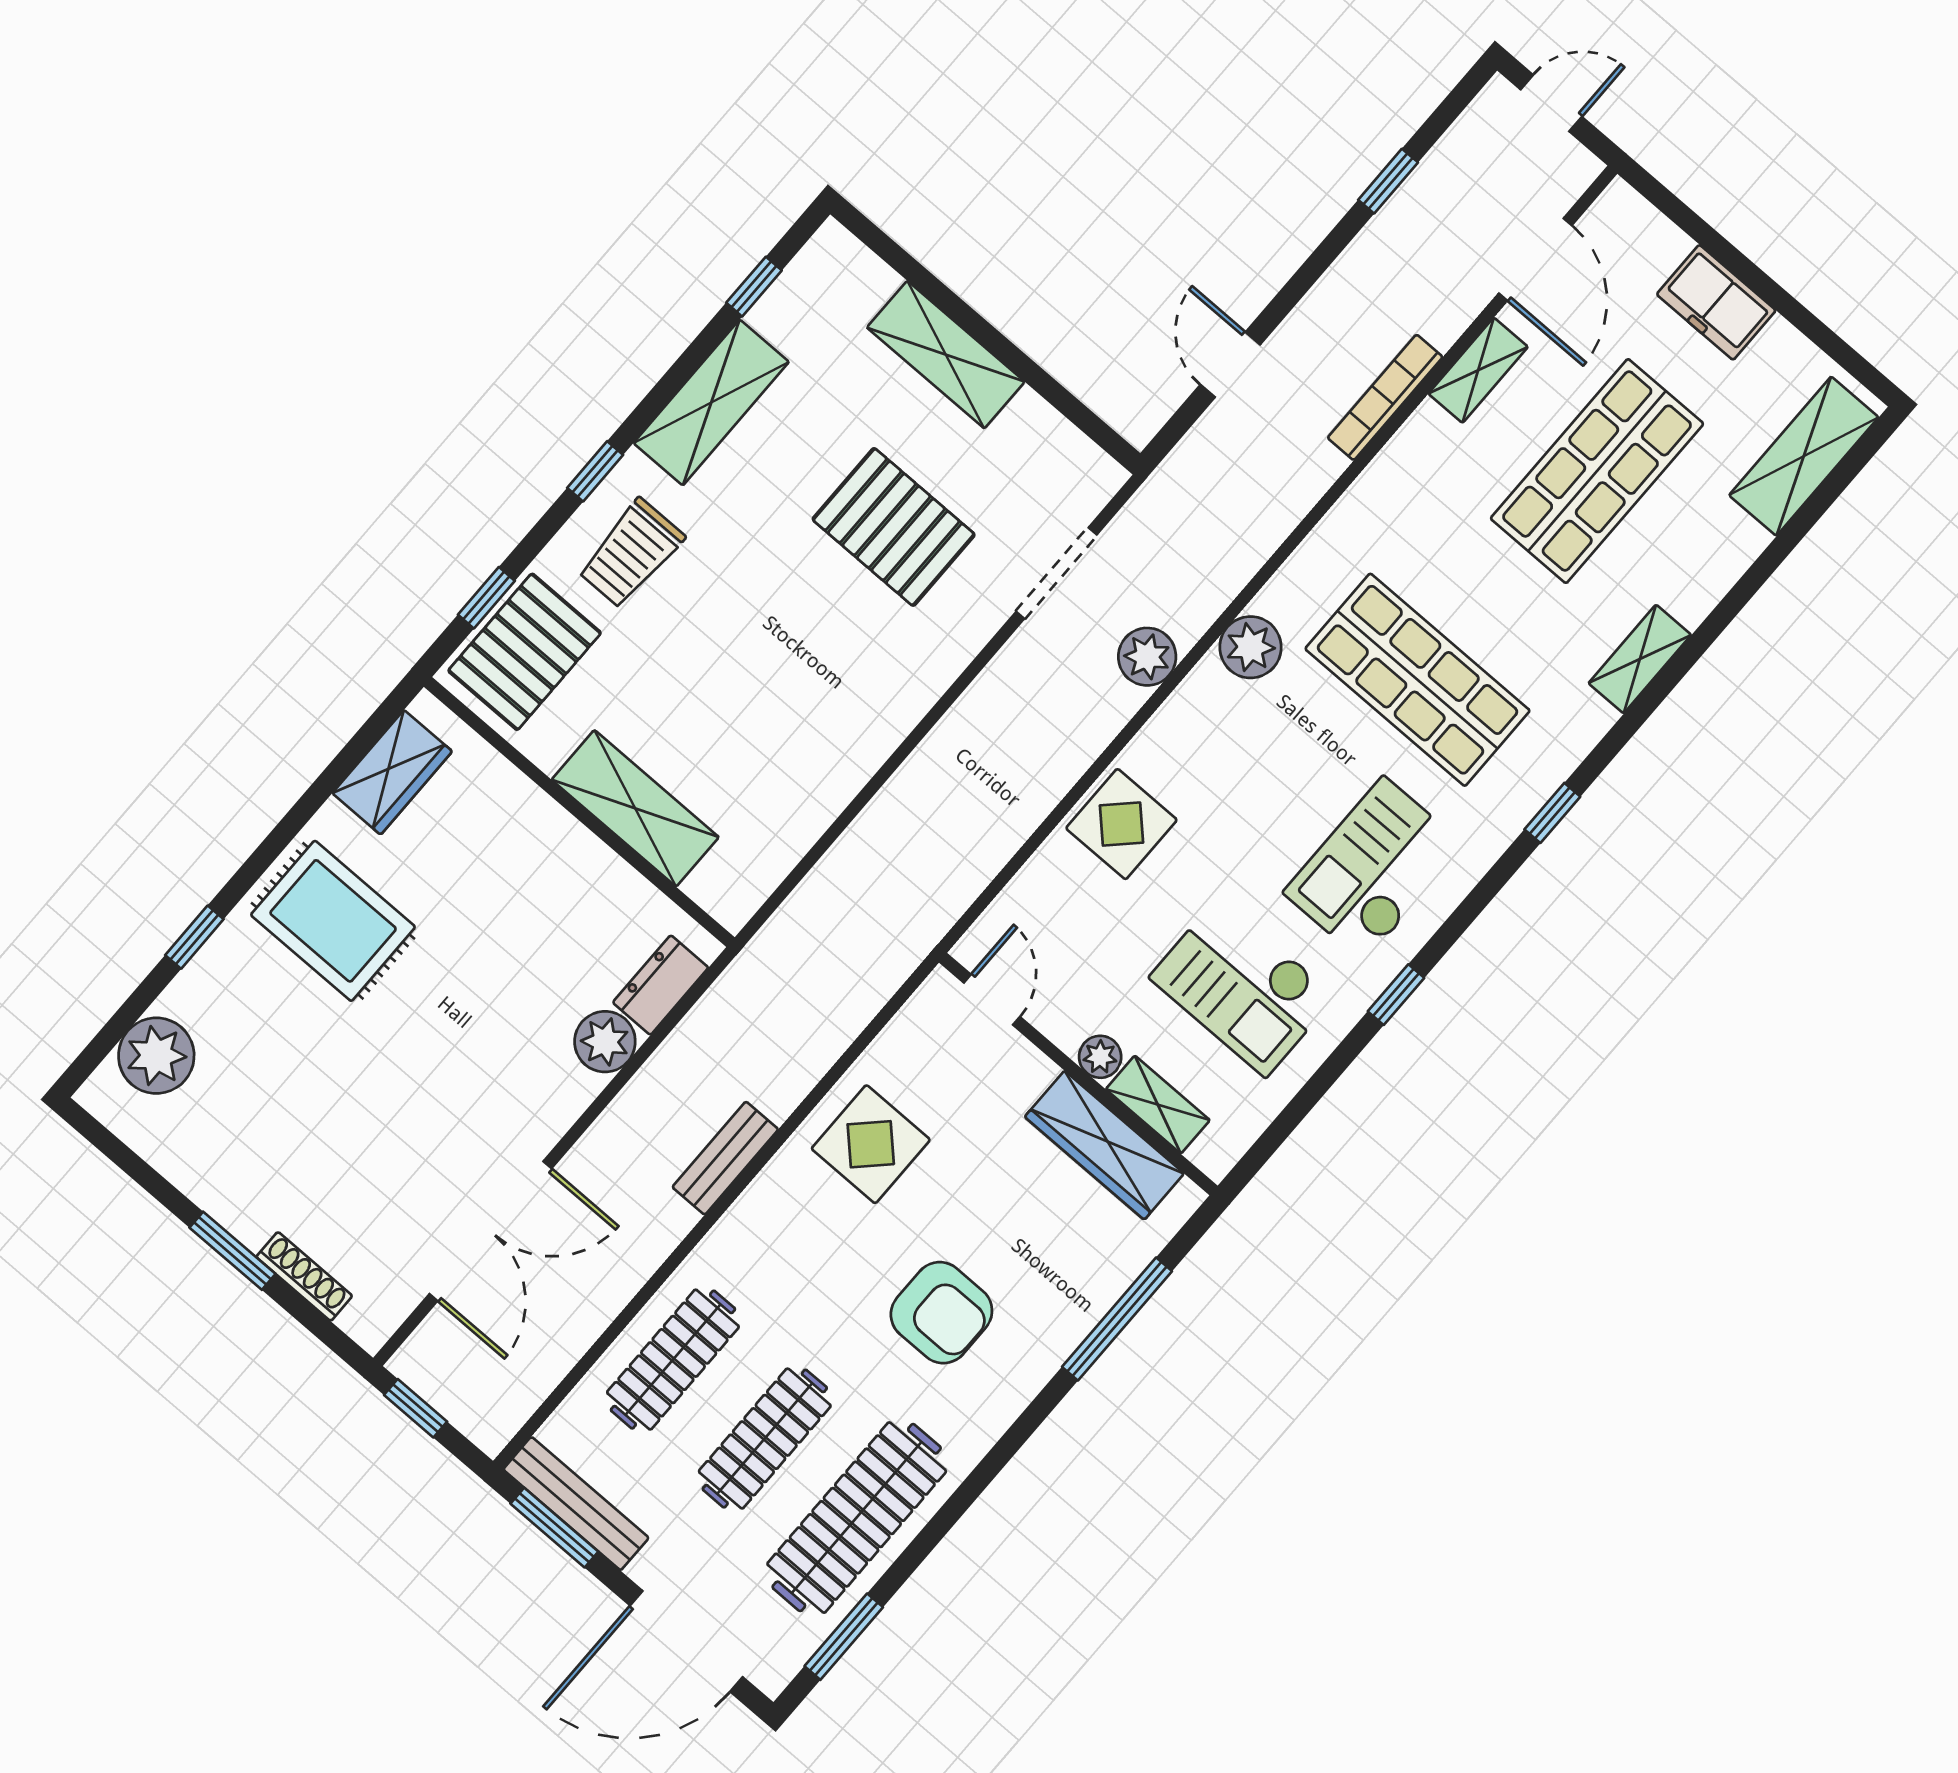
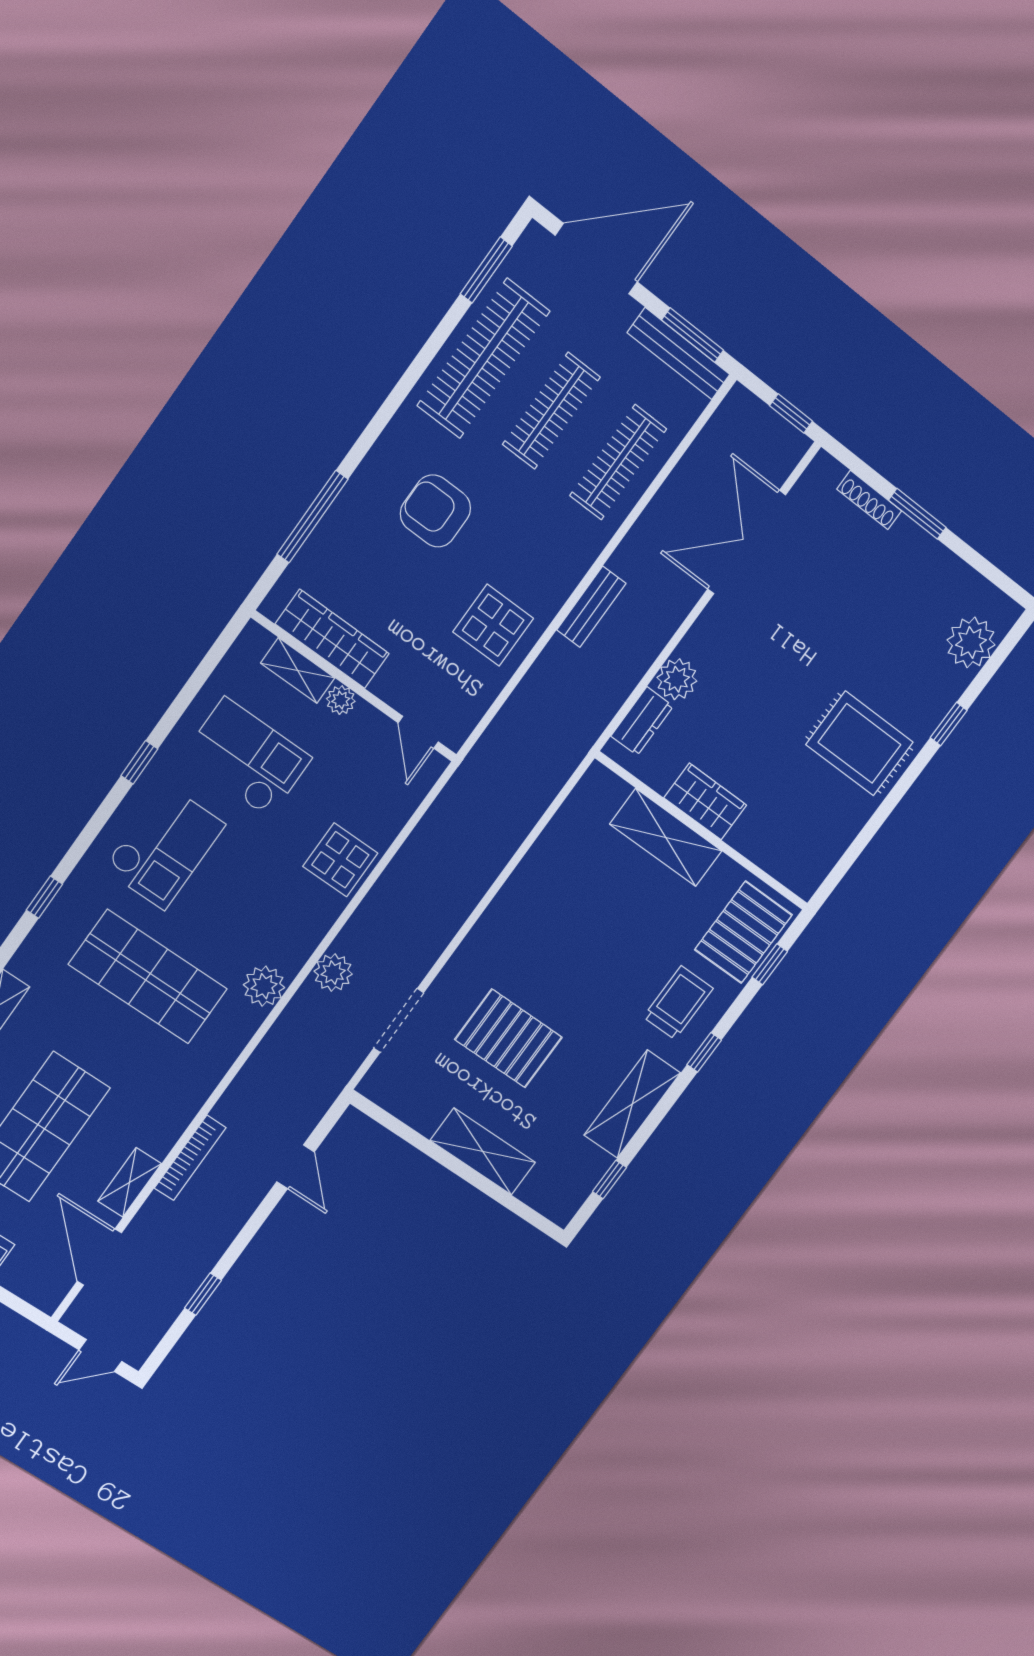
wardrobe: (392, 772) -> (705, 801), moved, turned 90

